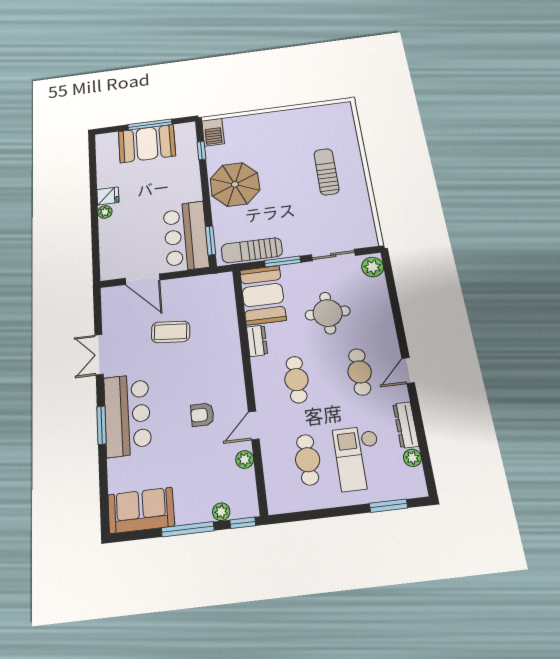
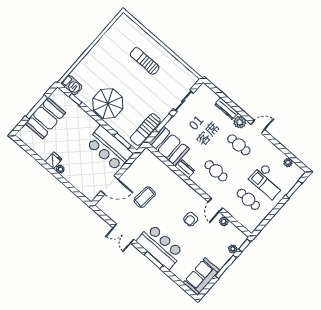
plant: (373, 267) -> (240, 122), moved
round table: (328, 313) -> (204, 130), removed
door: (408, 371) -> (258, 127), swing flipped
dresser: (406, 425) -> (227, 109), moved

